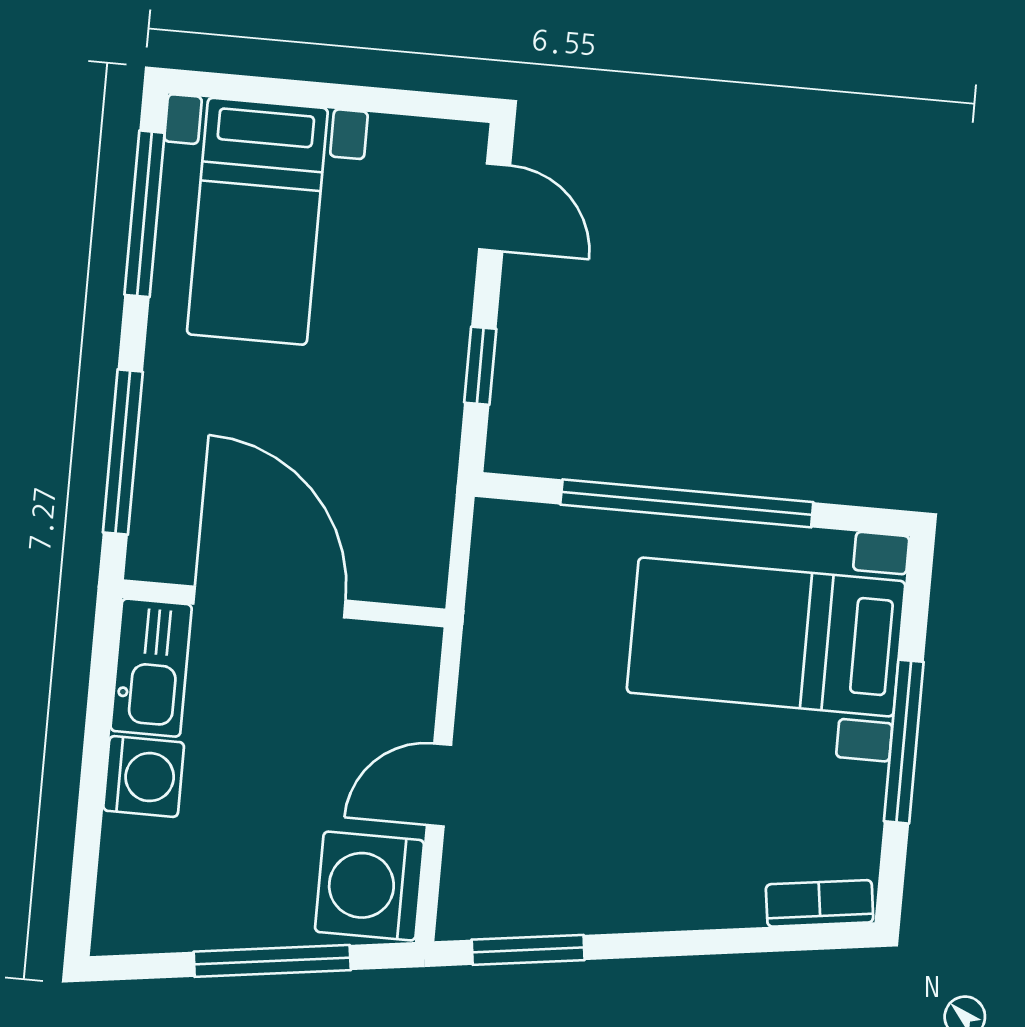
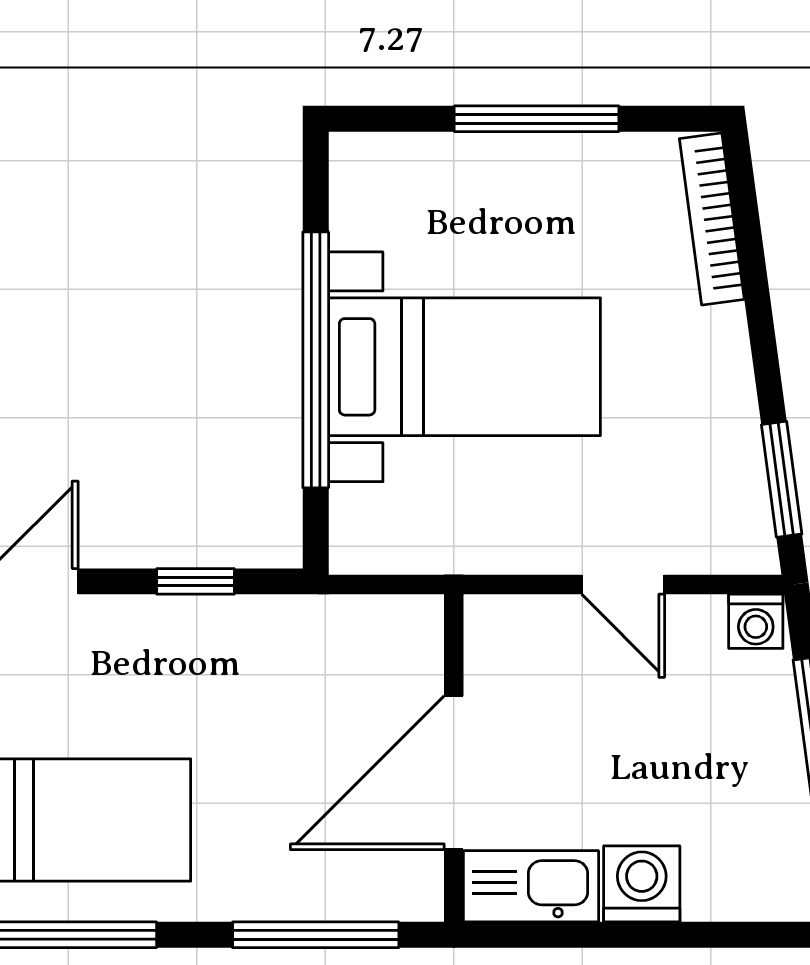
bed with nightstands: (766, 637) -> (465, 367), moved, turned -90
washing machine: (370, 886) -> (756, 621), width x0.53, depth x0.53
bookcase: (820, 903) -> (712, 219), width x1.56

